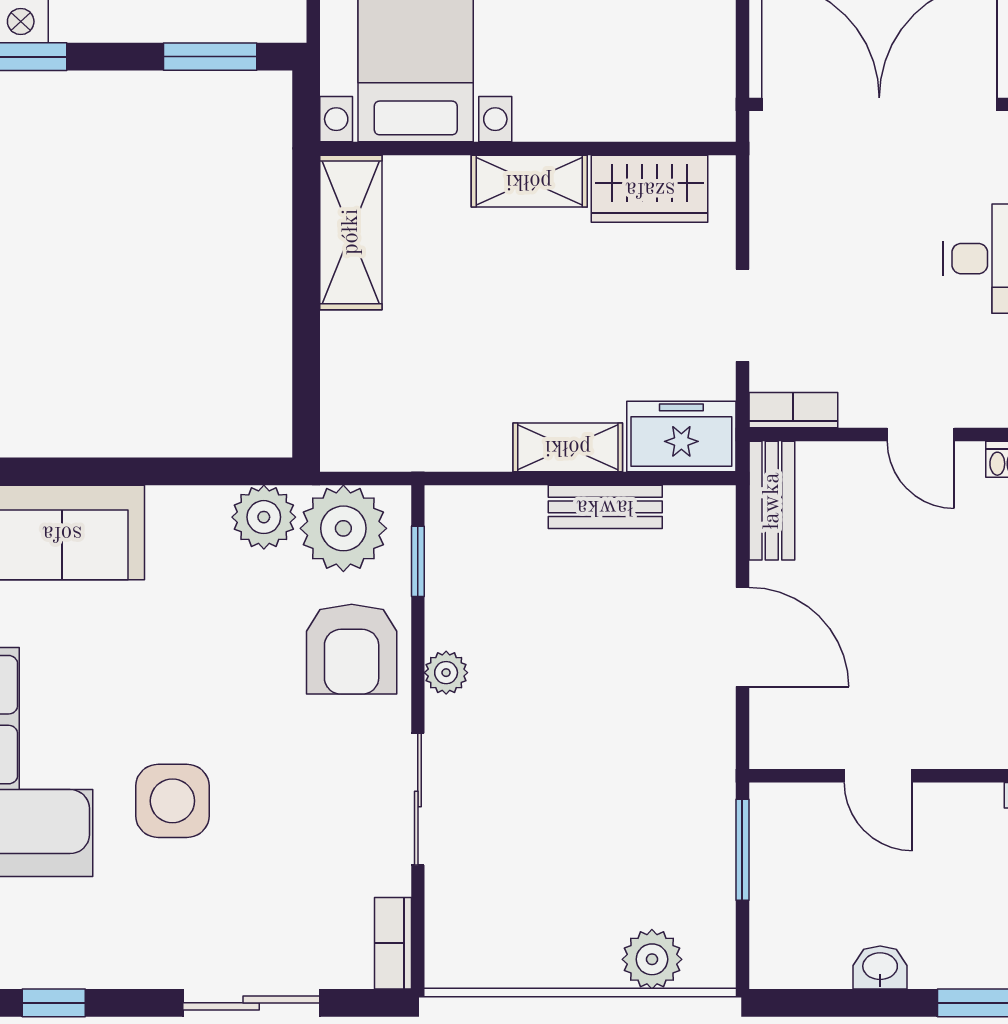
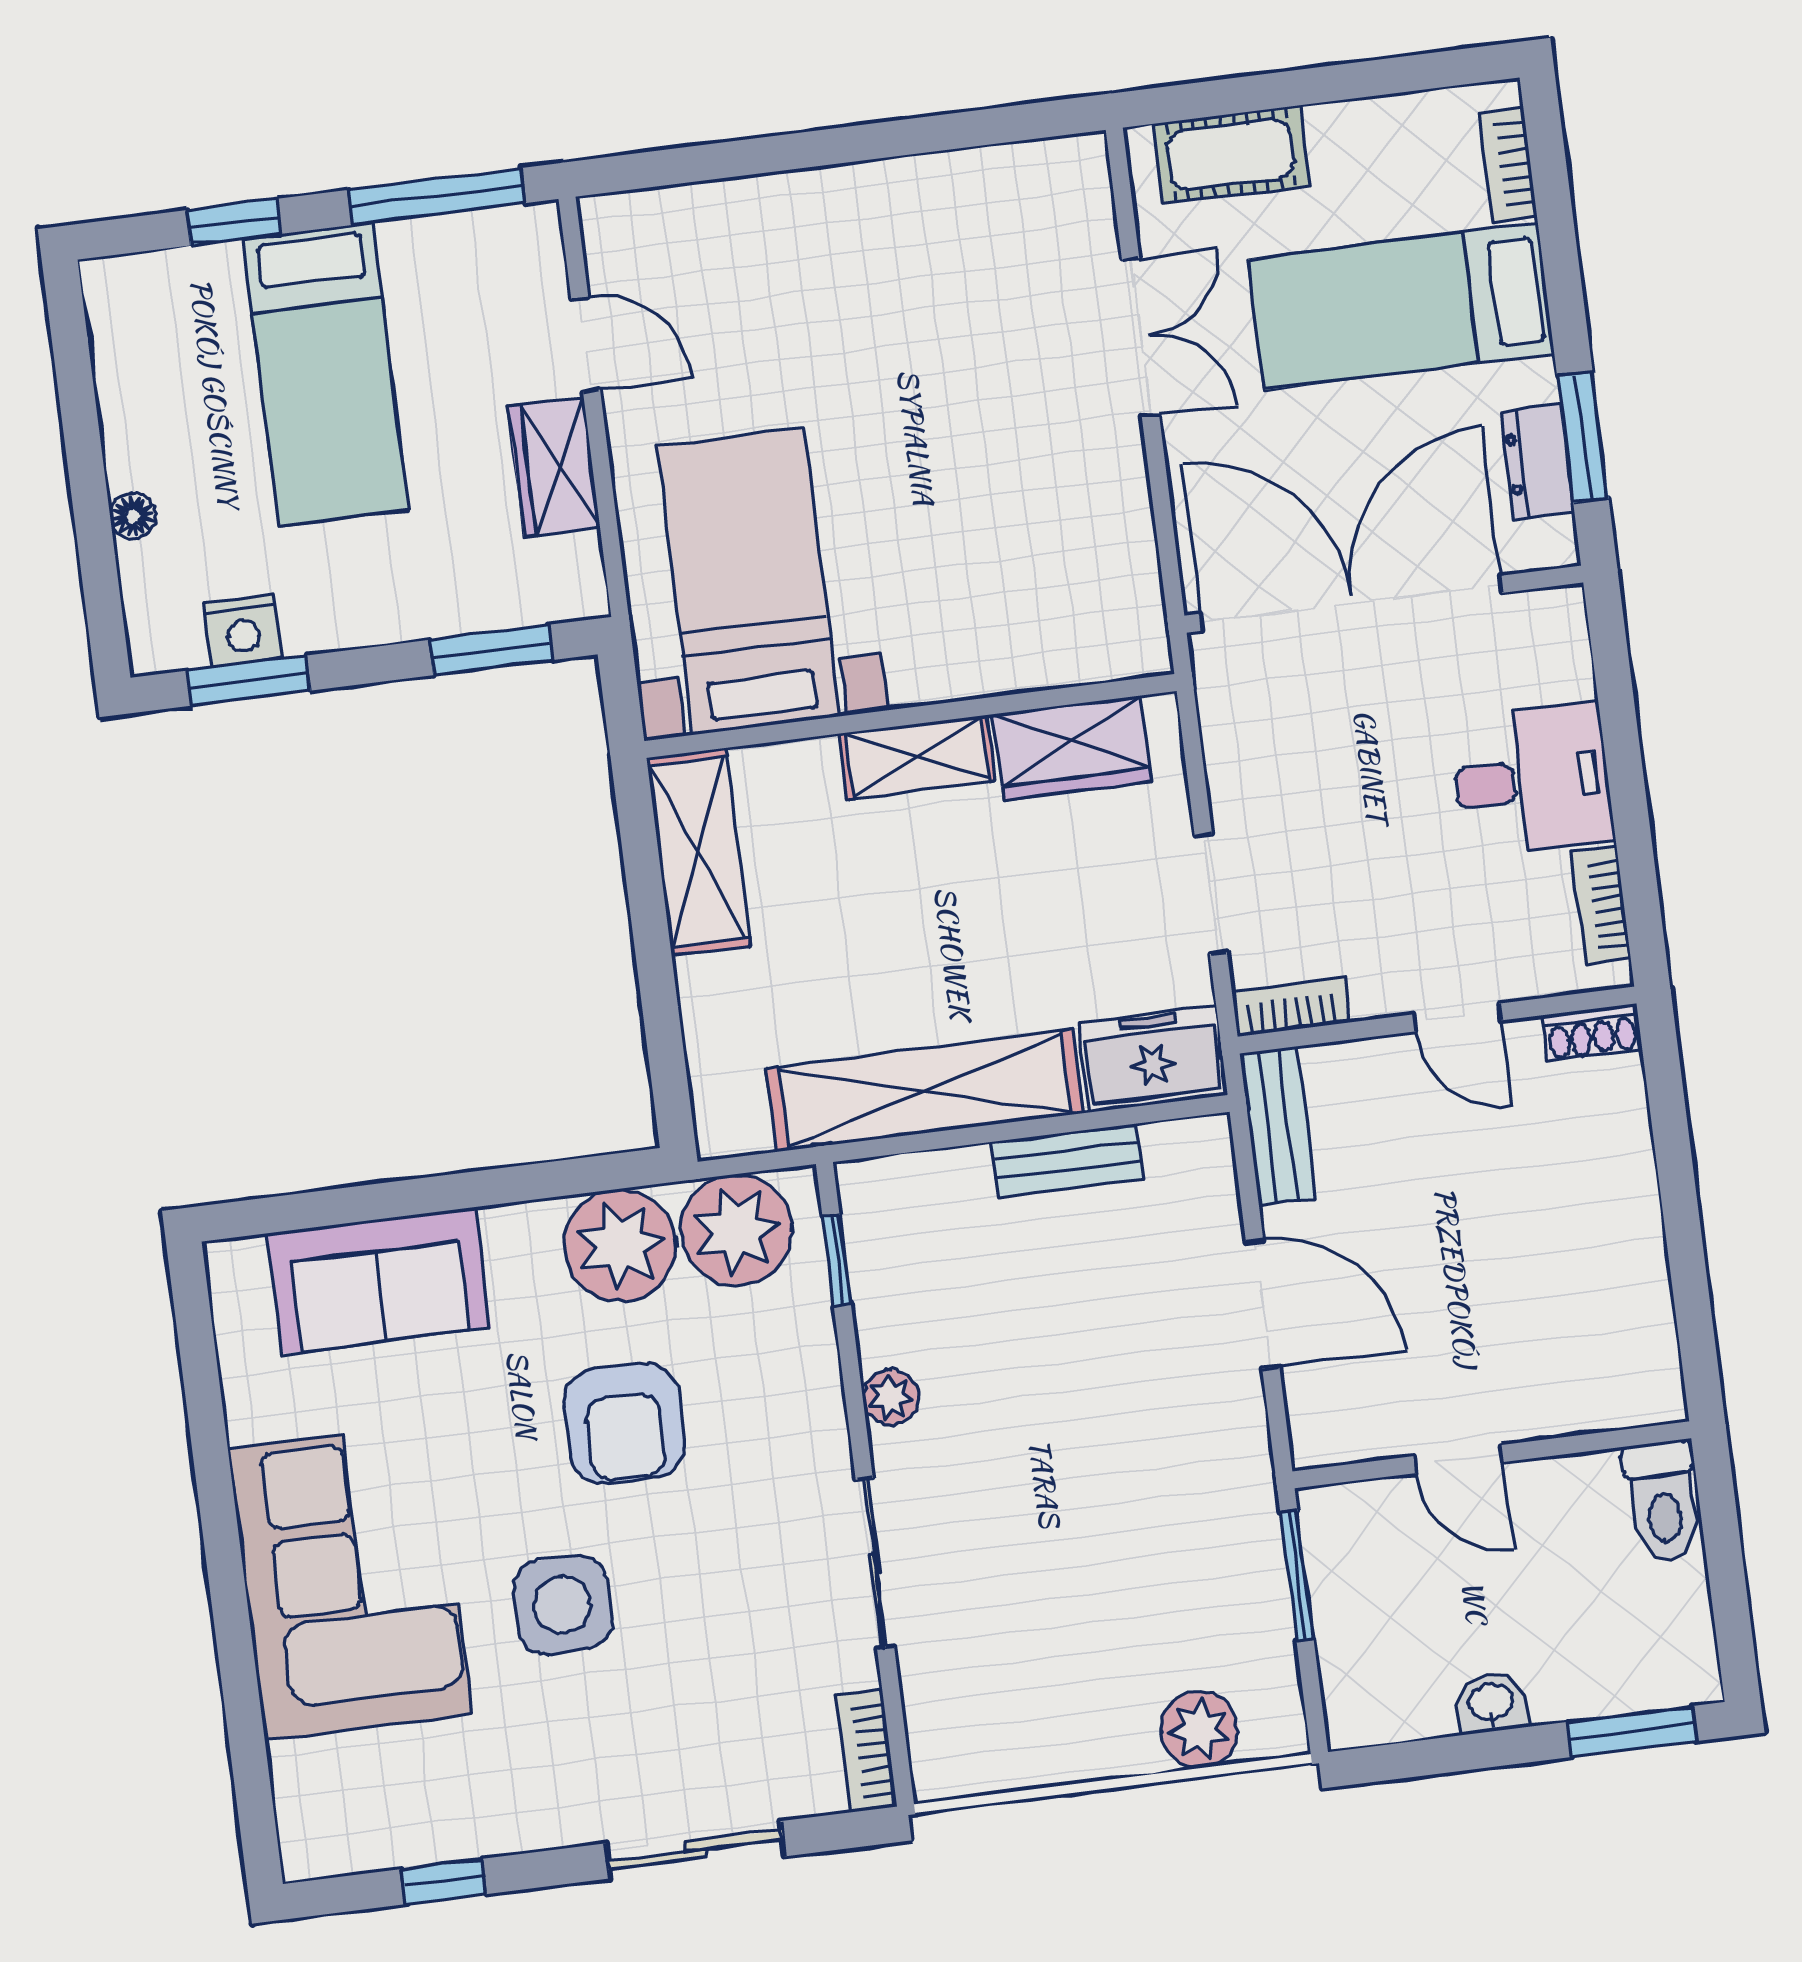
shelving: (568, 447) -> (925, 1091), width x2.20, depth x1.33
plant: (264, 517) -> (620, 1245), width x1.36, depth x1.36
armchair: (352, 649) -> (624, 1423), moved

